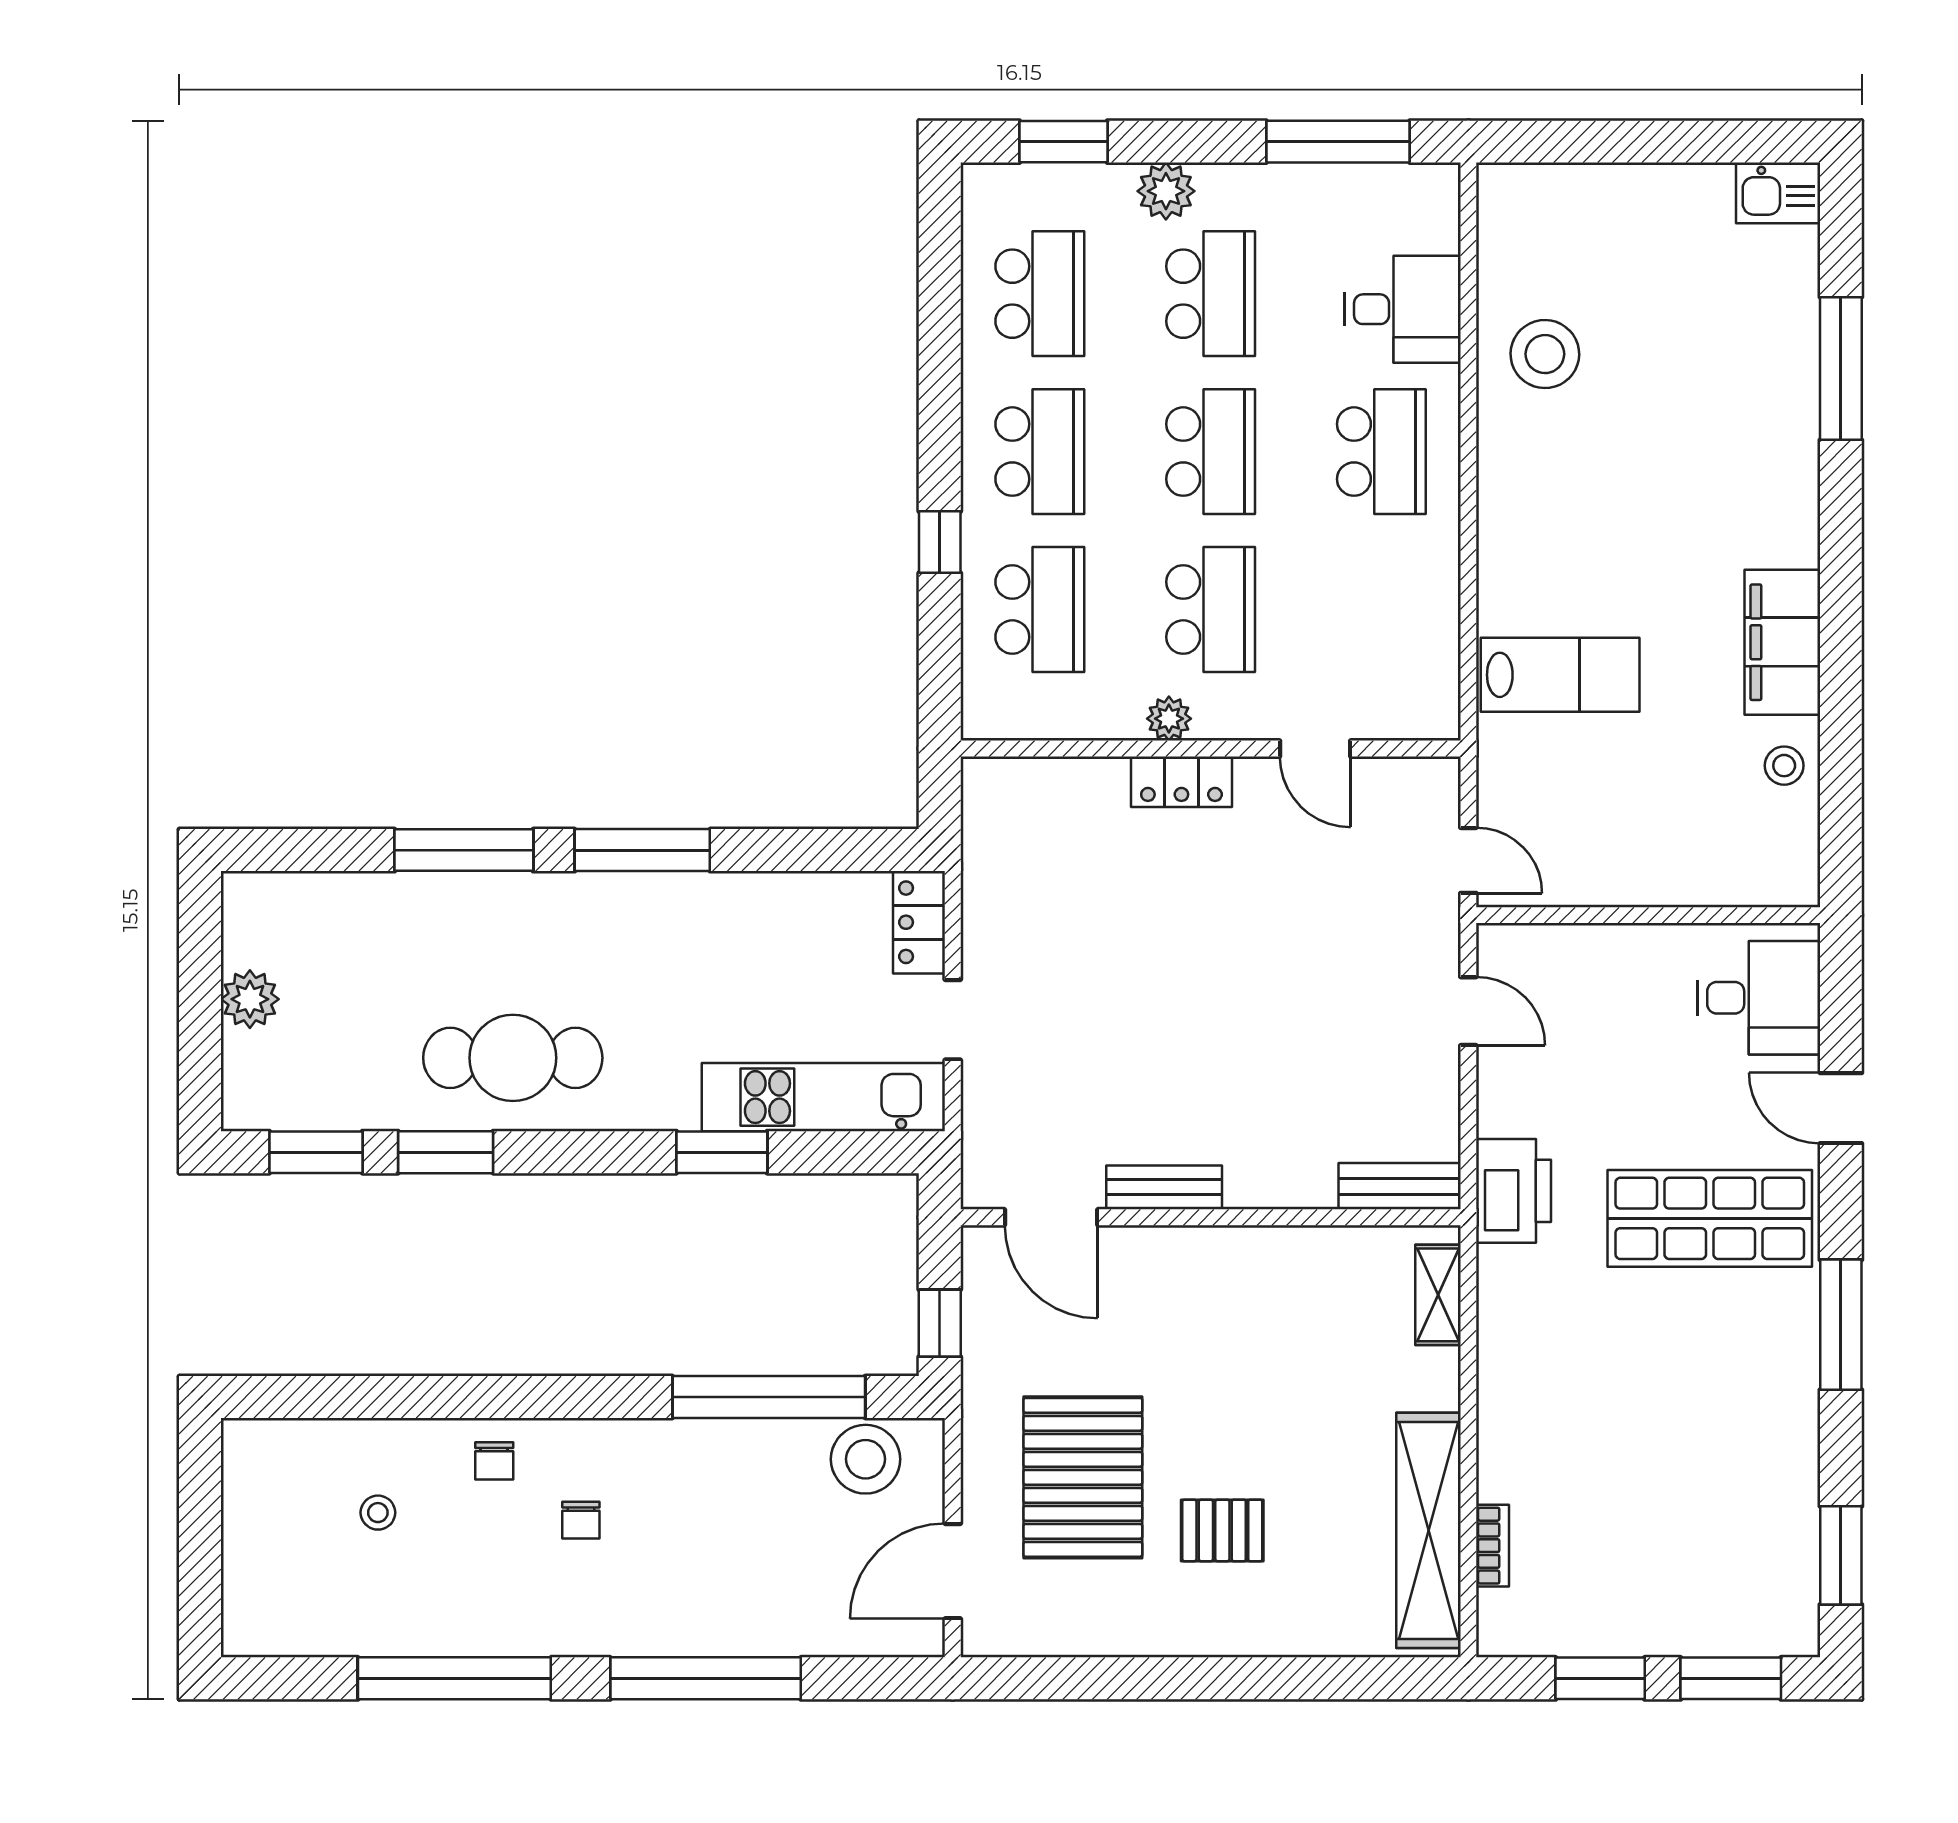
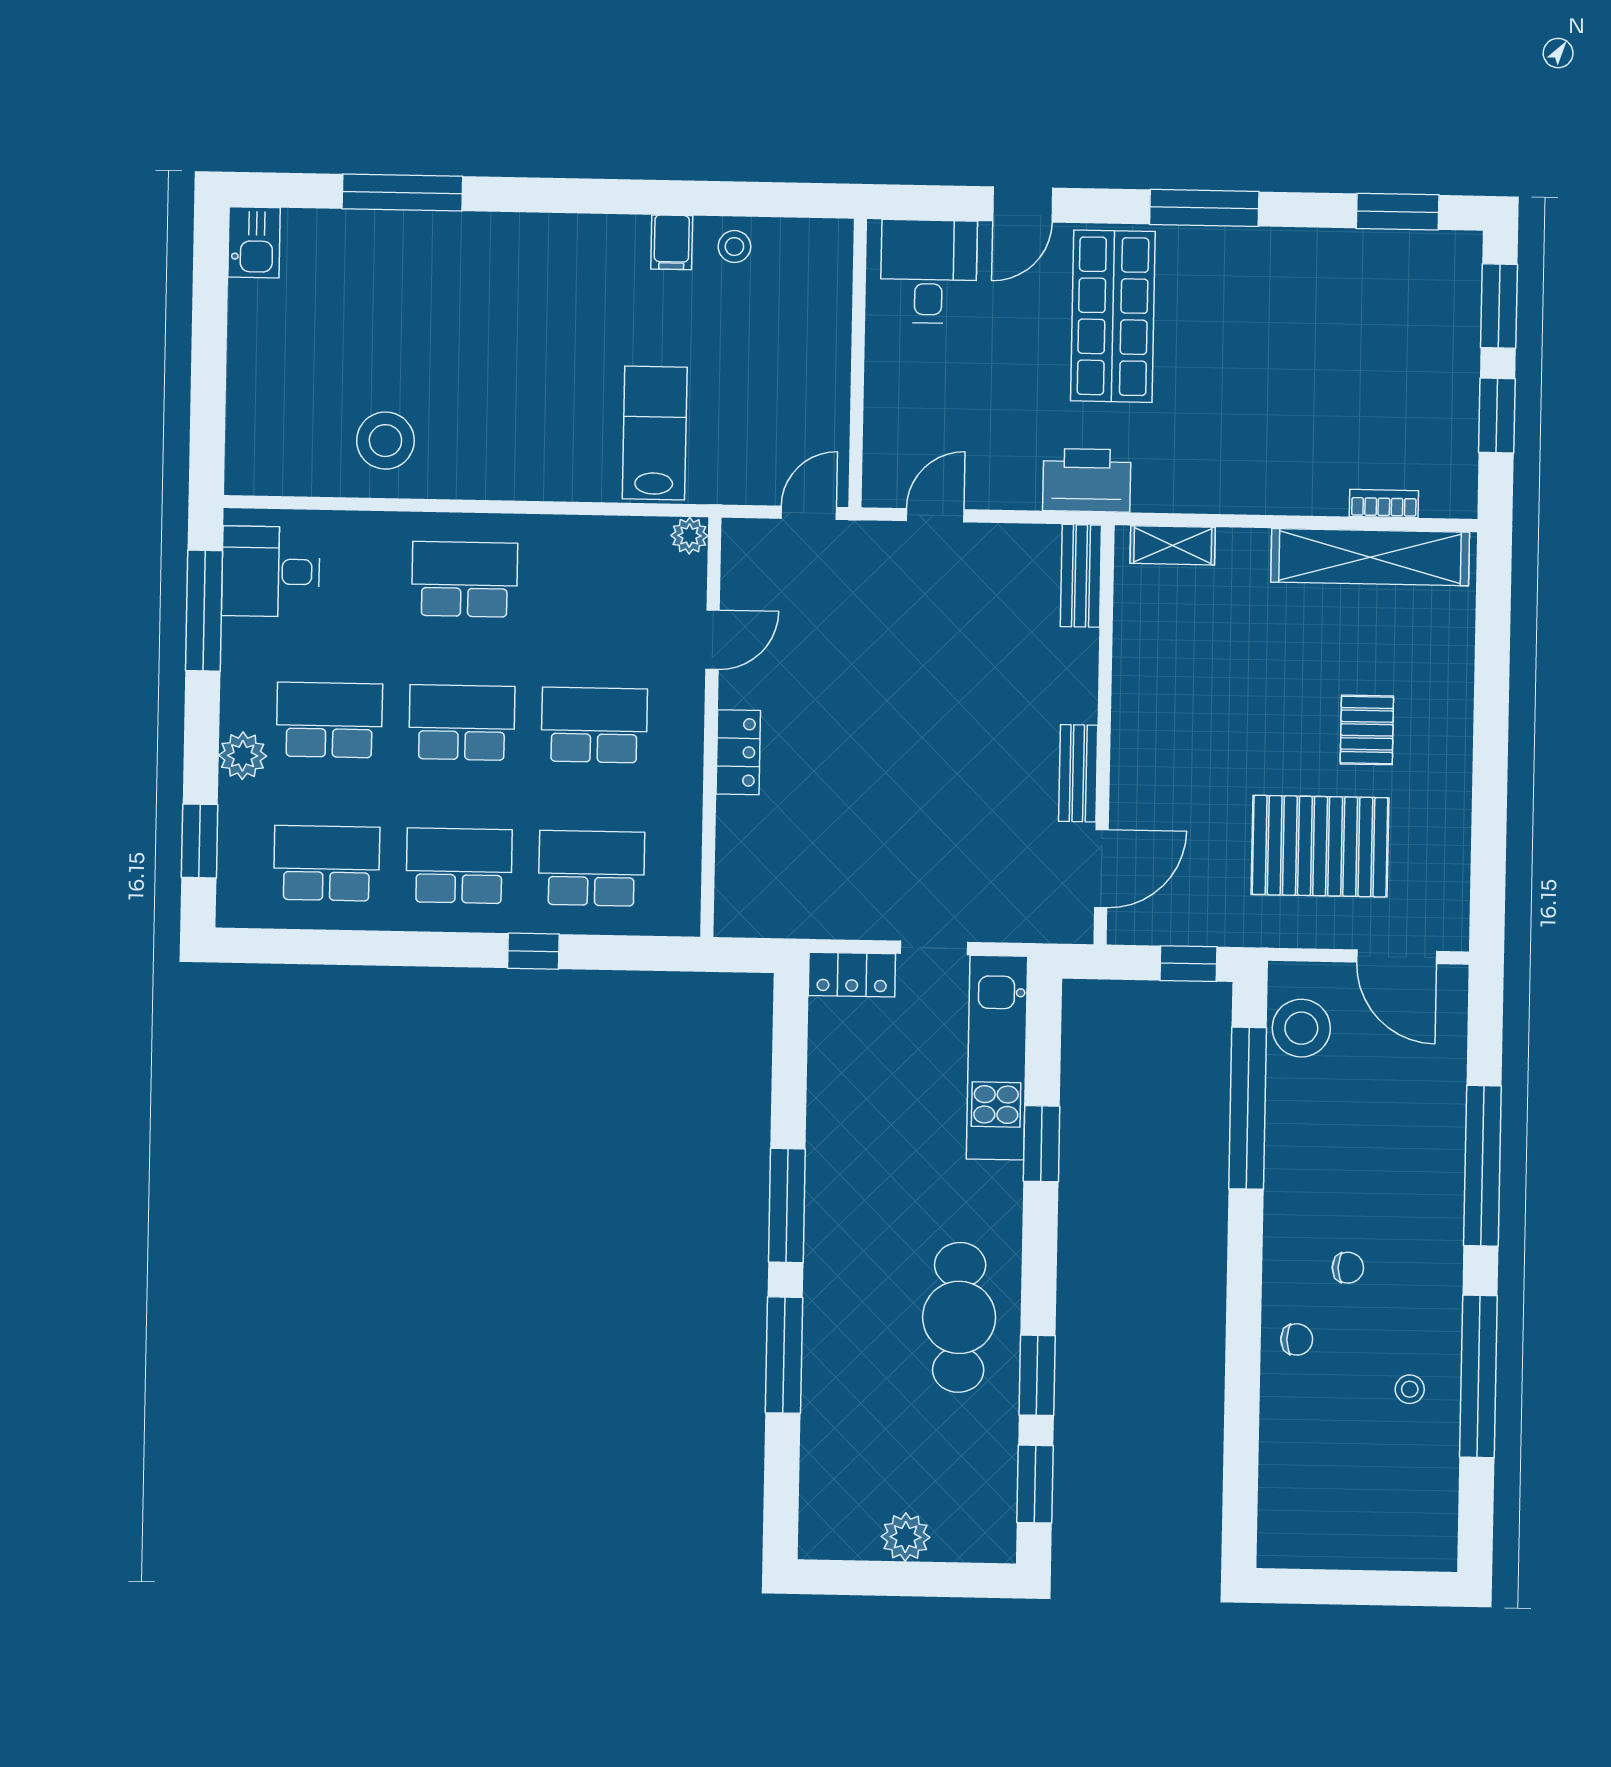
desk: (1403, 309) -> (271, 571), moved, turned -90
filing cabinet: (1782, 642) -> (672, 242), width x0.33, depth x0.86
plant: (1169, 719) -> (689, 536), moved
stool: (378, 1513) -> (1410, 1389), moved

